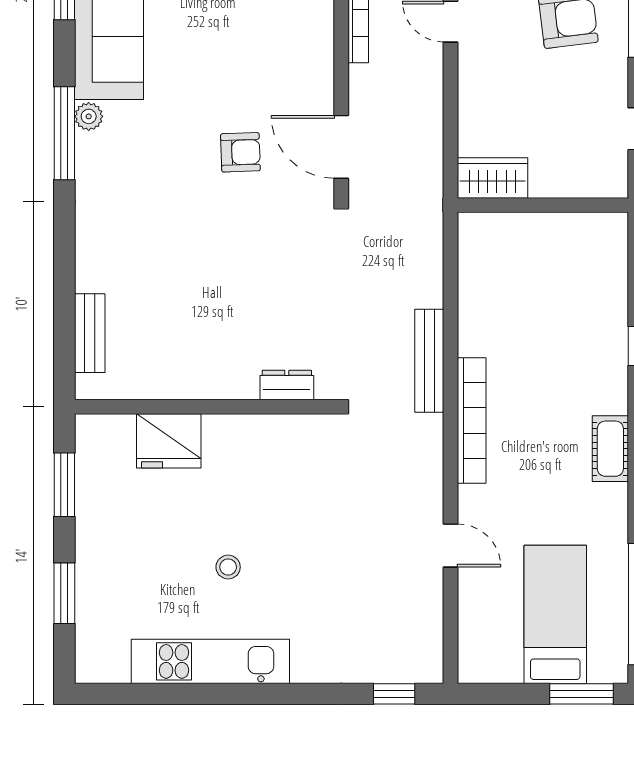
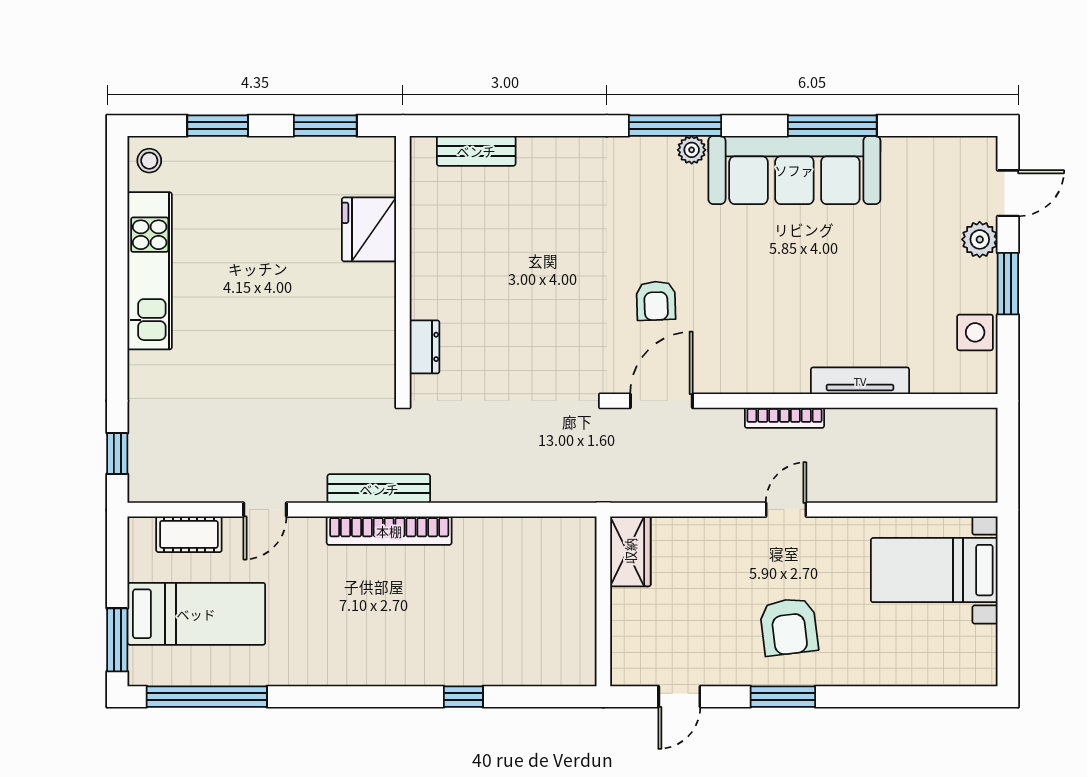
bench: (429, 361) -> (379, 489), moved
cot: (610, 449) -> (189, 534), moved
stool: (228, 567) -> (149, 161), moved

